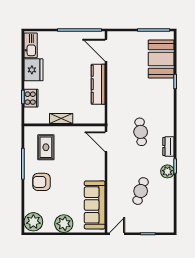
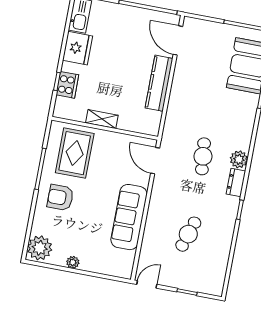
rug: (46, 147) -> (75, 153), width x1.36, depth x1.43
plant: (167, 171) -> (239, 159), moved
sofa: (95, 205) -> (129, 217), moved
plant: (64, 224) -> (73, 262), width x0.53, depth x0.53

